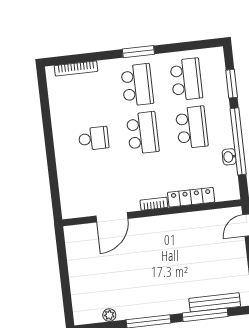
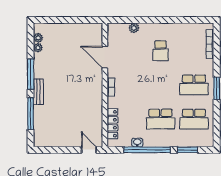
school desk: (143, 133) -> (160, 85), removed
plant: (65, 180) -> (134, 28), added
locker: (191, 197) -> (112, 124), moved
bench: (215, 302) -> (38, 92), moved, width x0.73
plant: (95, 316) -> (38, 38), added

